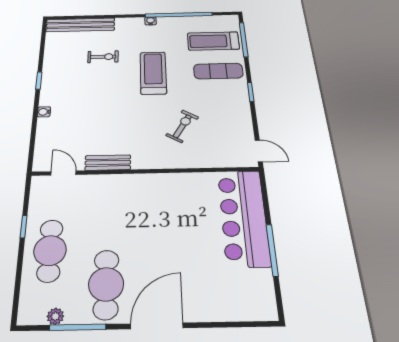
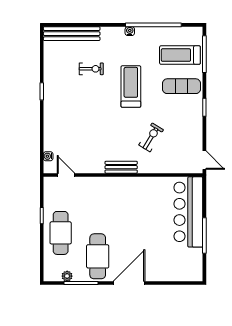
water cooler: (44, 112) -> (48, 156), moved
bench: (108, 163) -> (121, 167), moved

